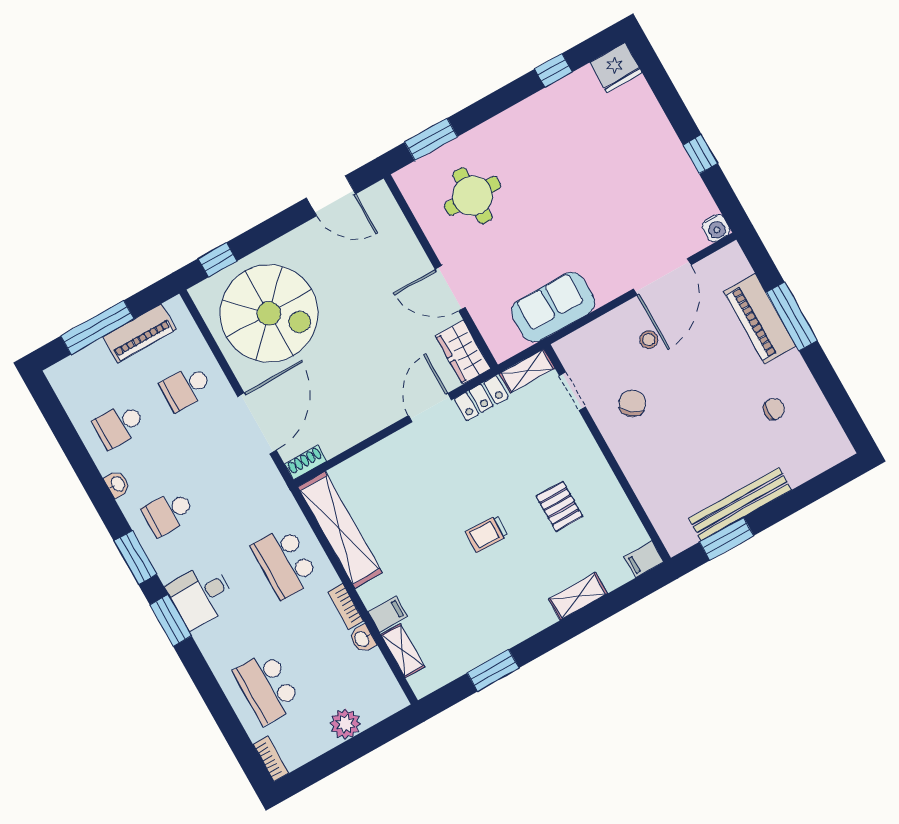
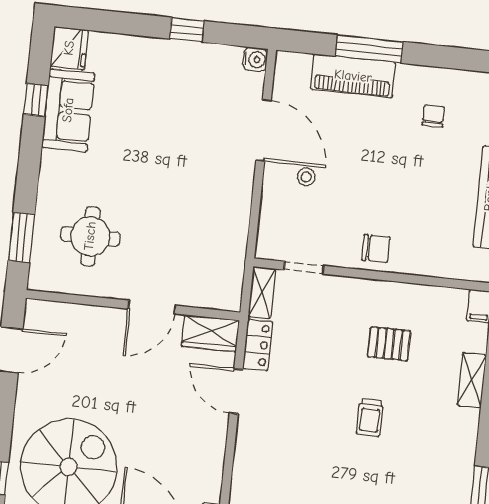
sofa: (553, 307) -> (68, 110), moved, turned 180
chair: (632, 403) -> (376, 248), moved, turned 143

